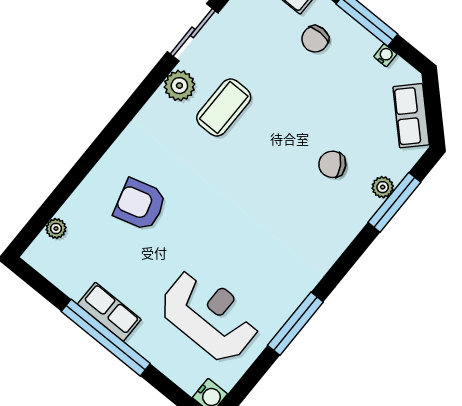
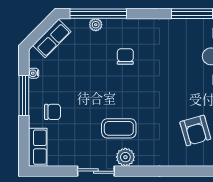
chair: (332, 164) -> (125, 57), moved, turned -149
window: (394, 202) -> (98, 14), width x1.46

